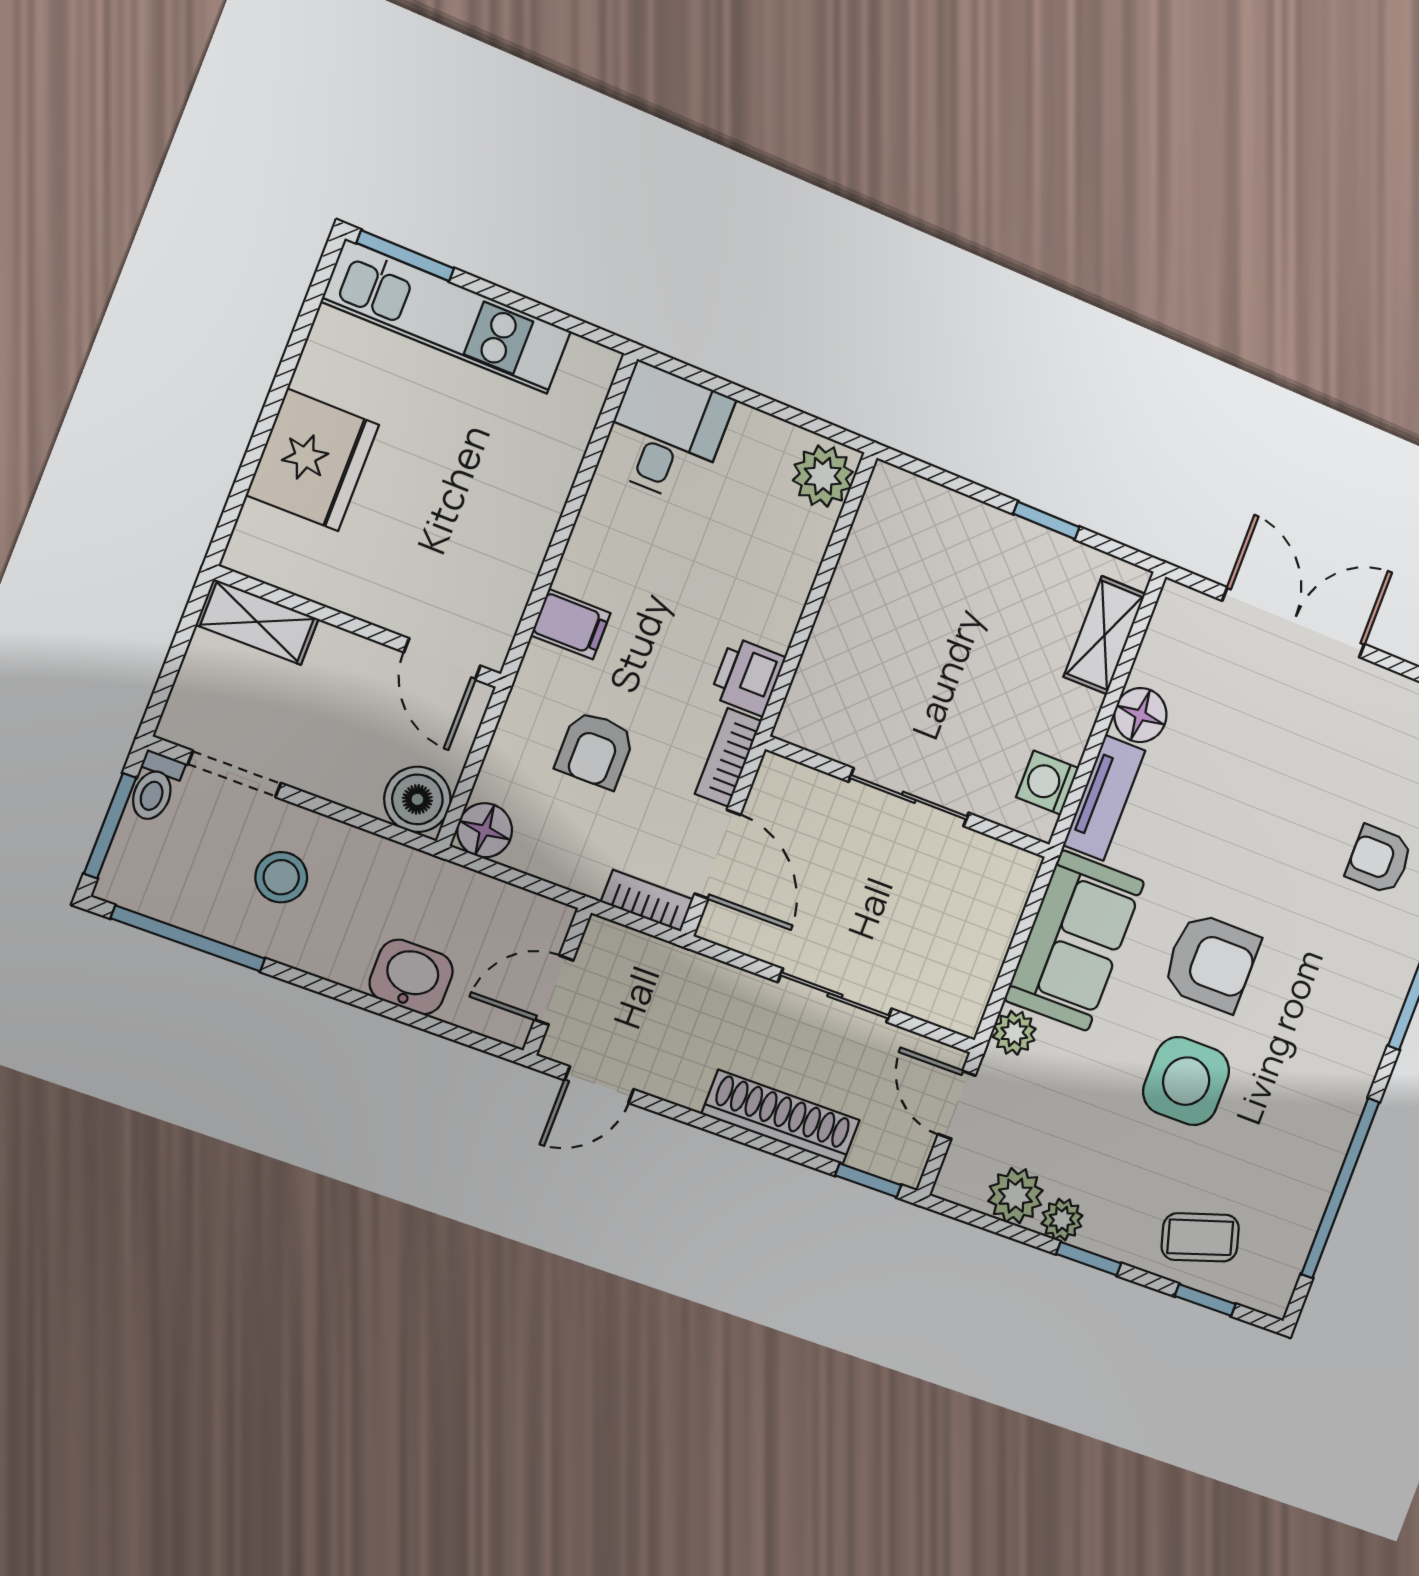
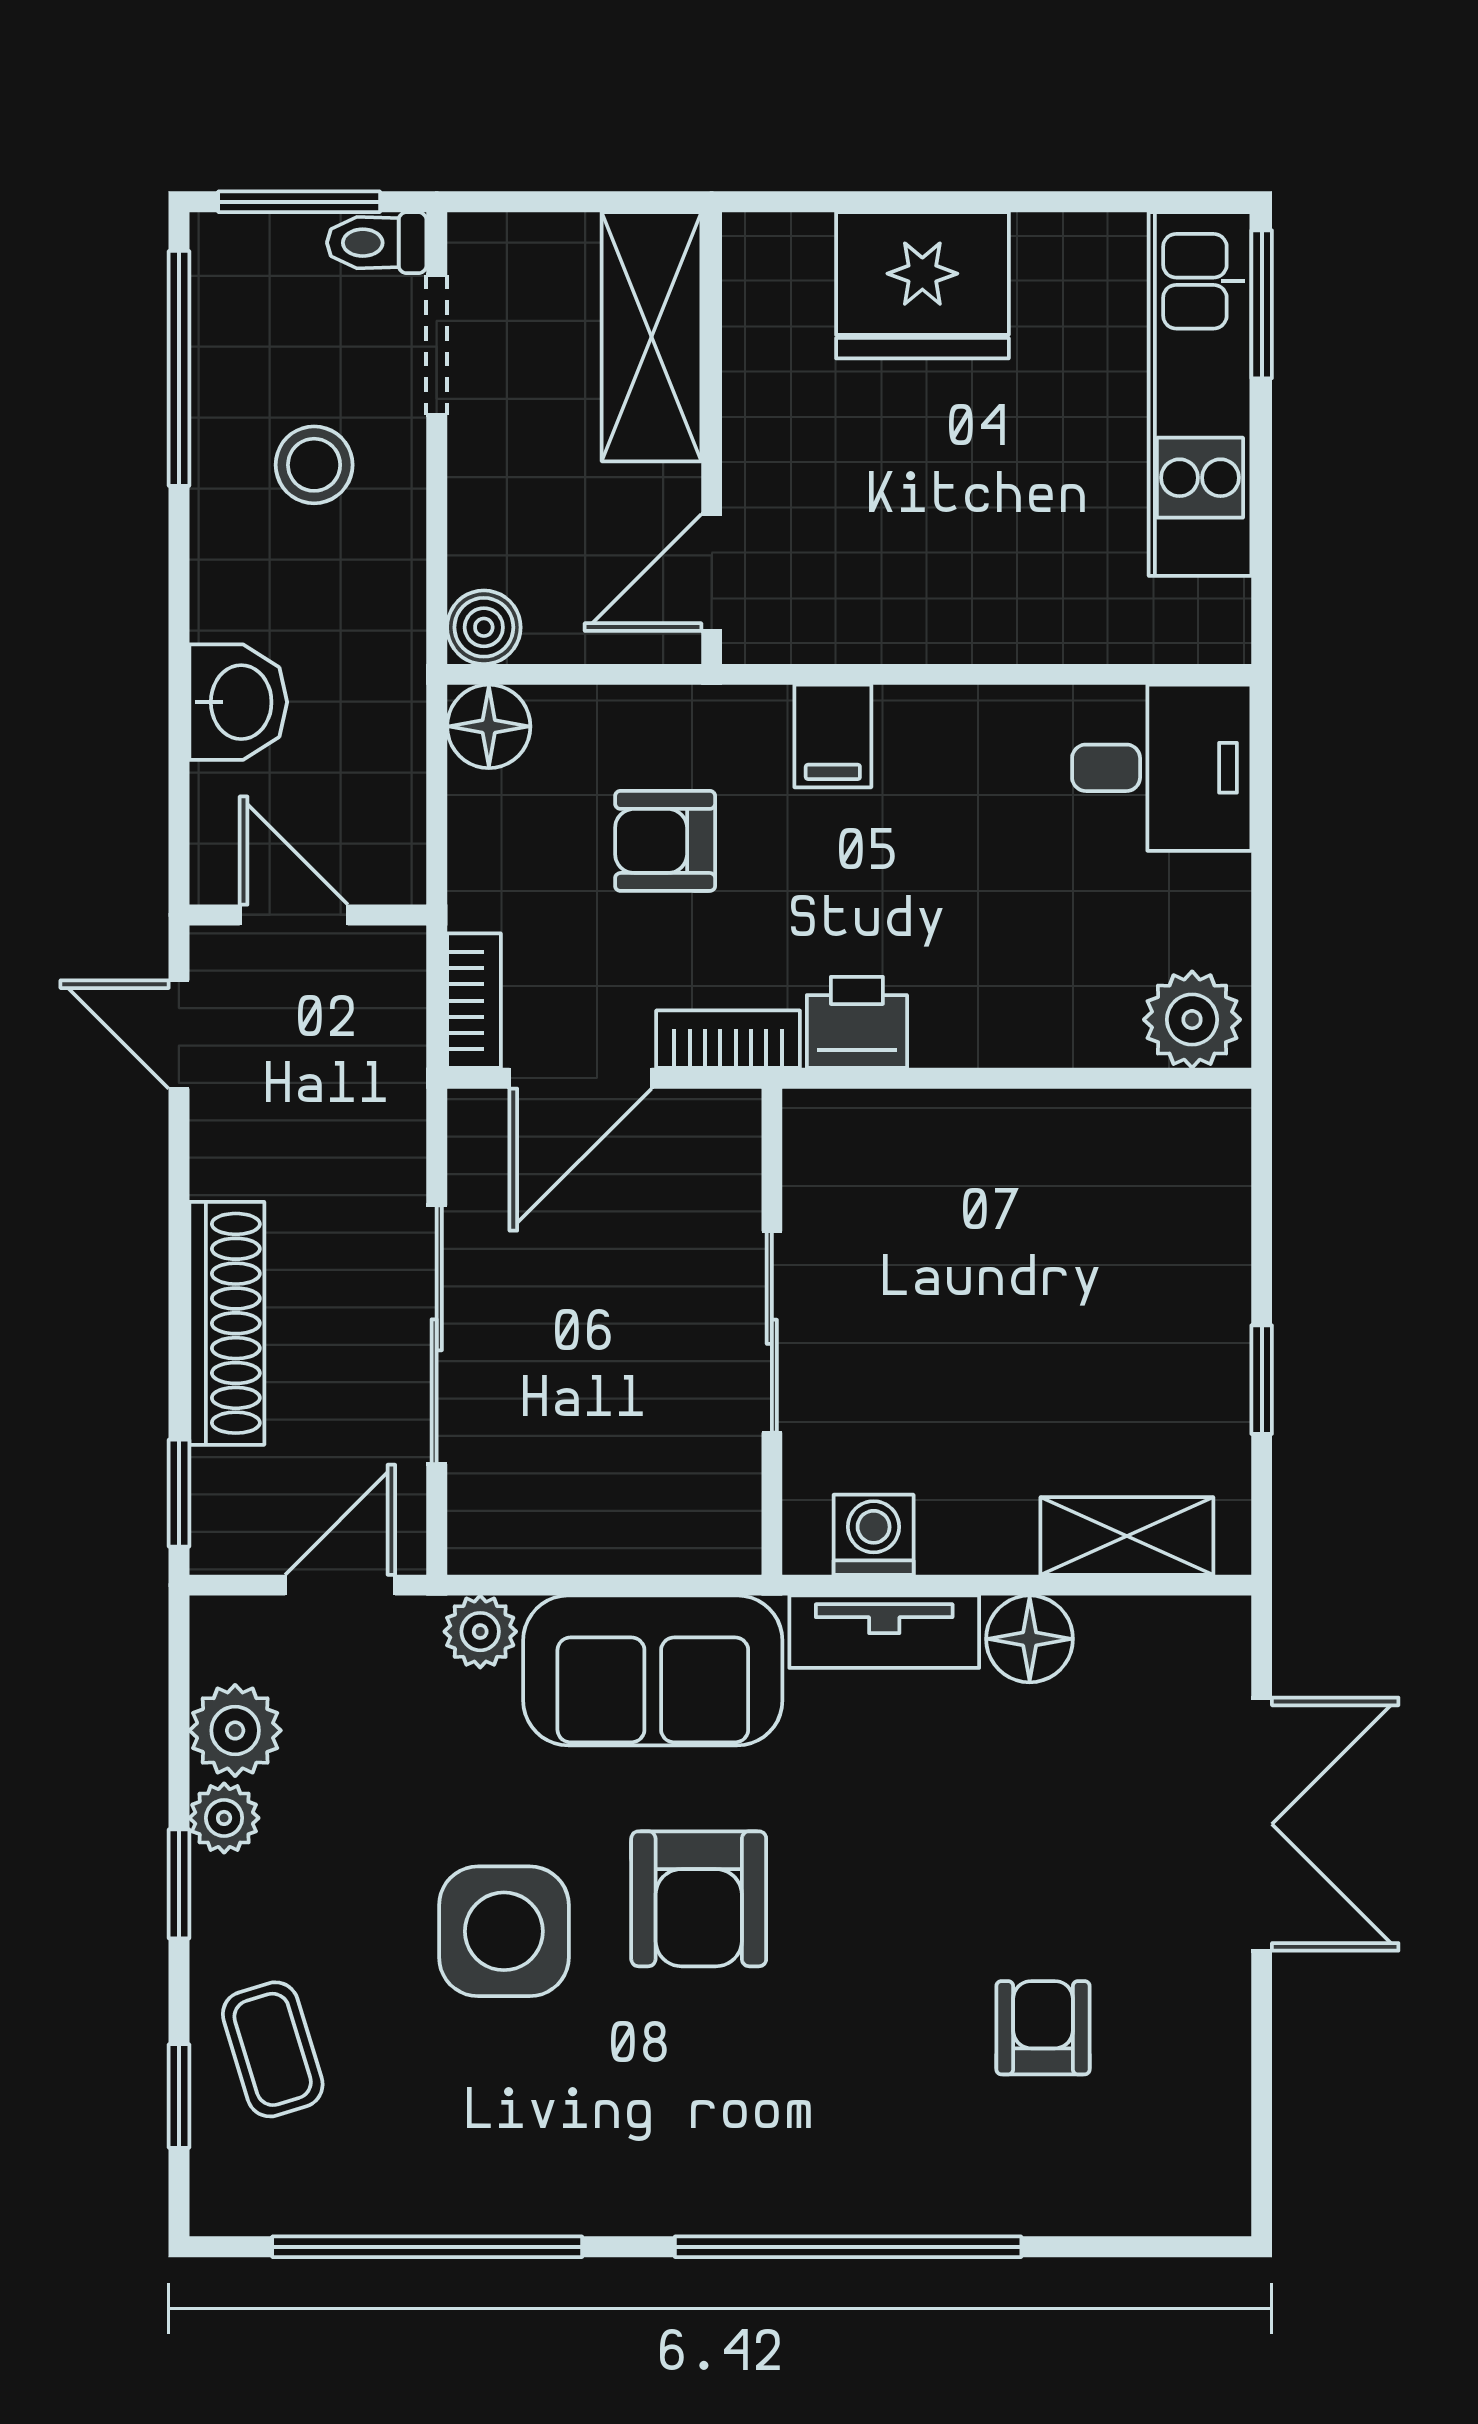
shelving: (257, 622) -> (652, 337), width x1.50, depth x1.33
boiler: (417, 799) -> (484, 627), width x0.73, depth x0.73
armchair: (1379, 860) -> (1043, 2028), moved
sliding door: (835, 996) -> (437, 1335), width x1.37

